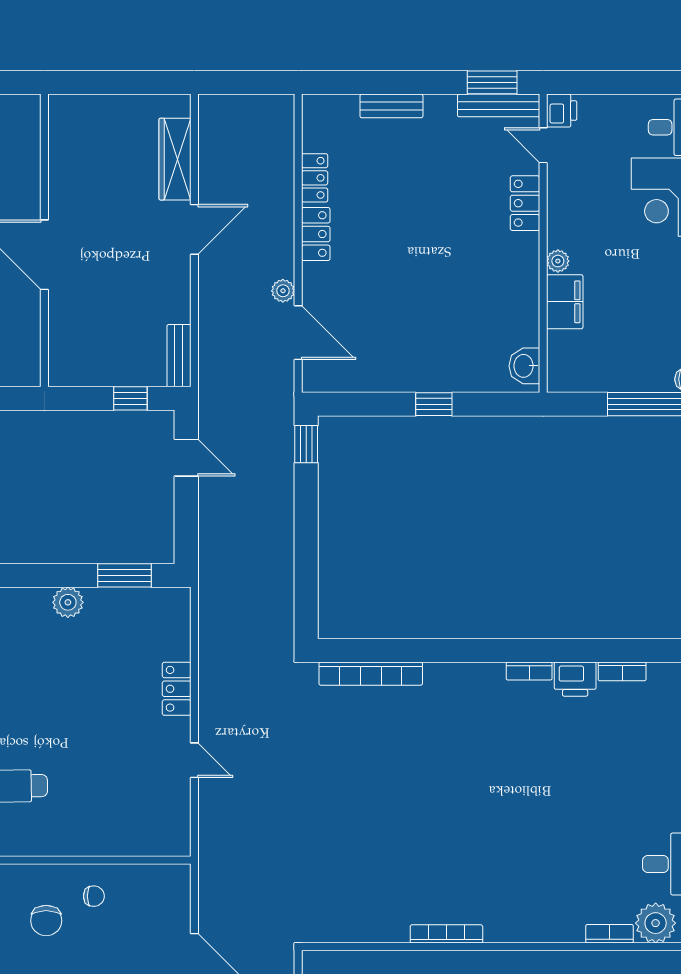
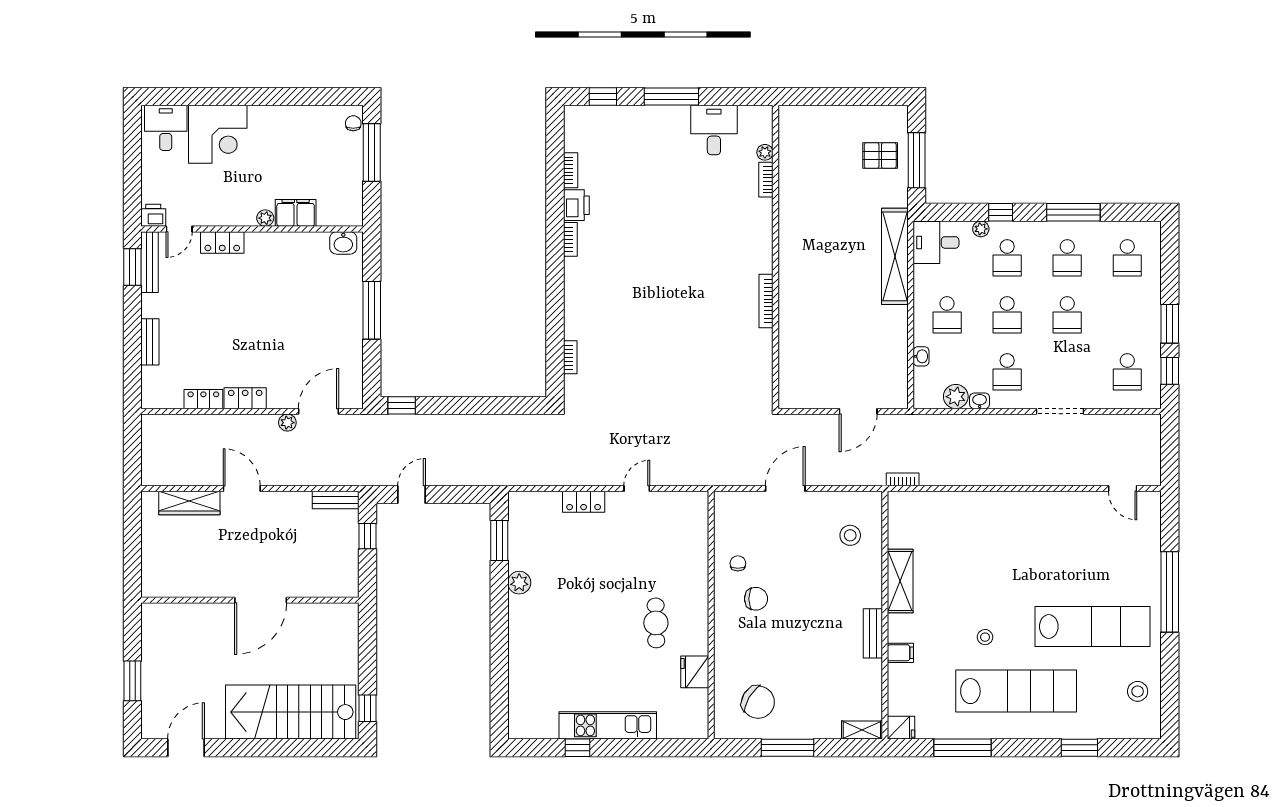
window: (434, 404) -> (372, 310), width x2.17
bookcase: (371, 674) -> (570, 357), width x0.43, depth x0.76
plant: (656, 923) -> (765, 152), width x0.53, depth x0.53

